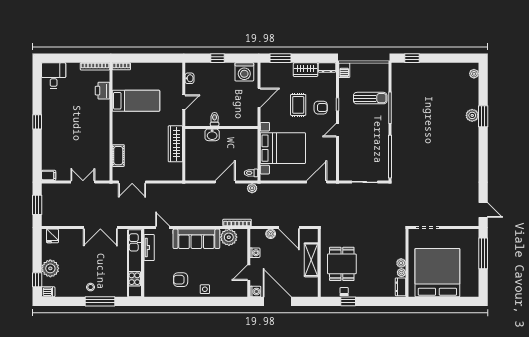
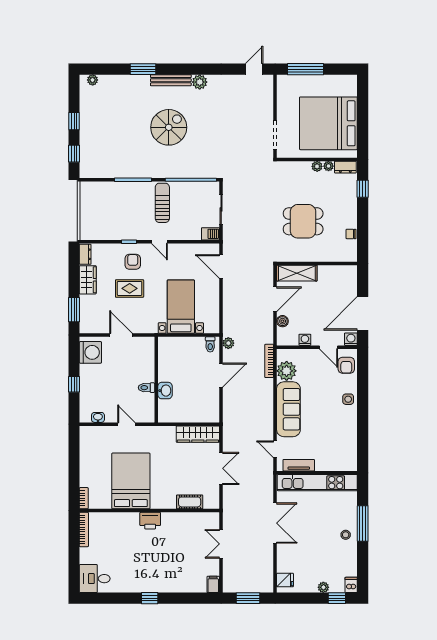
window: (439, 58) -> (74, 121), added
barbecue: (344, 70) -> (211, 234), moved
printer: (102, 91) -> (150, 521), moved
sun lounger: (370, 98) -> (162, 203), moved
bed: (136, 101) -> (131, 481), width x1.50
plant: (472, 115) -> (200, 82), moved
spiral stairs: (434, 138) -> (169, 127), added
bench: (474, 140) -> (171, 80), added
wardrobe: (175, 144) -> (198, 434), moved
bed with nightstands: (283, 148) -> (181, 307), width x0.73
double door: (132, 182) -> (221, 468), moved
door: (225, 182) -> (221, 375), swing flipped
door: (163, 228) -> (275, 449), hinge flipped
shelving: (311, 260) -> (297, 273), moved
dining table: (342, 264) -> (303, 221), moved
plant: (50, 268) -> (323, 587), width x0.53, depth x0.53
armchair: (181, 280) -> (346, 365), moved
window: (348, 301) -> (363, 189), moved

